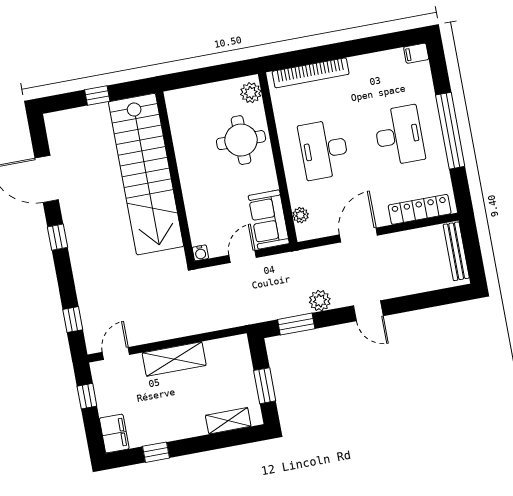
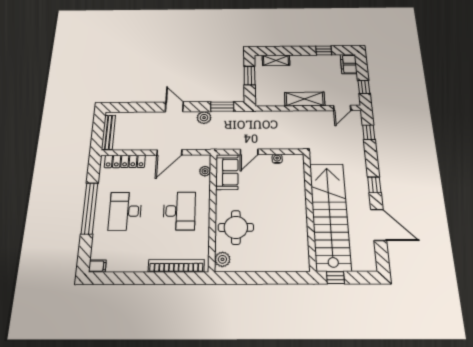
stairs: (146, 174) -> (330, 216), moved
wall: (175, 177) -> (310, 210), moved

